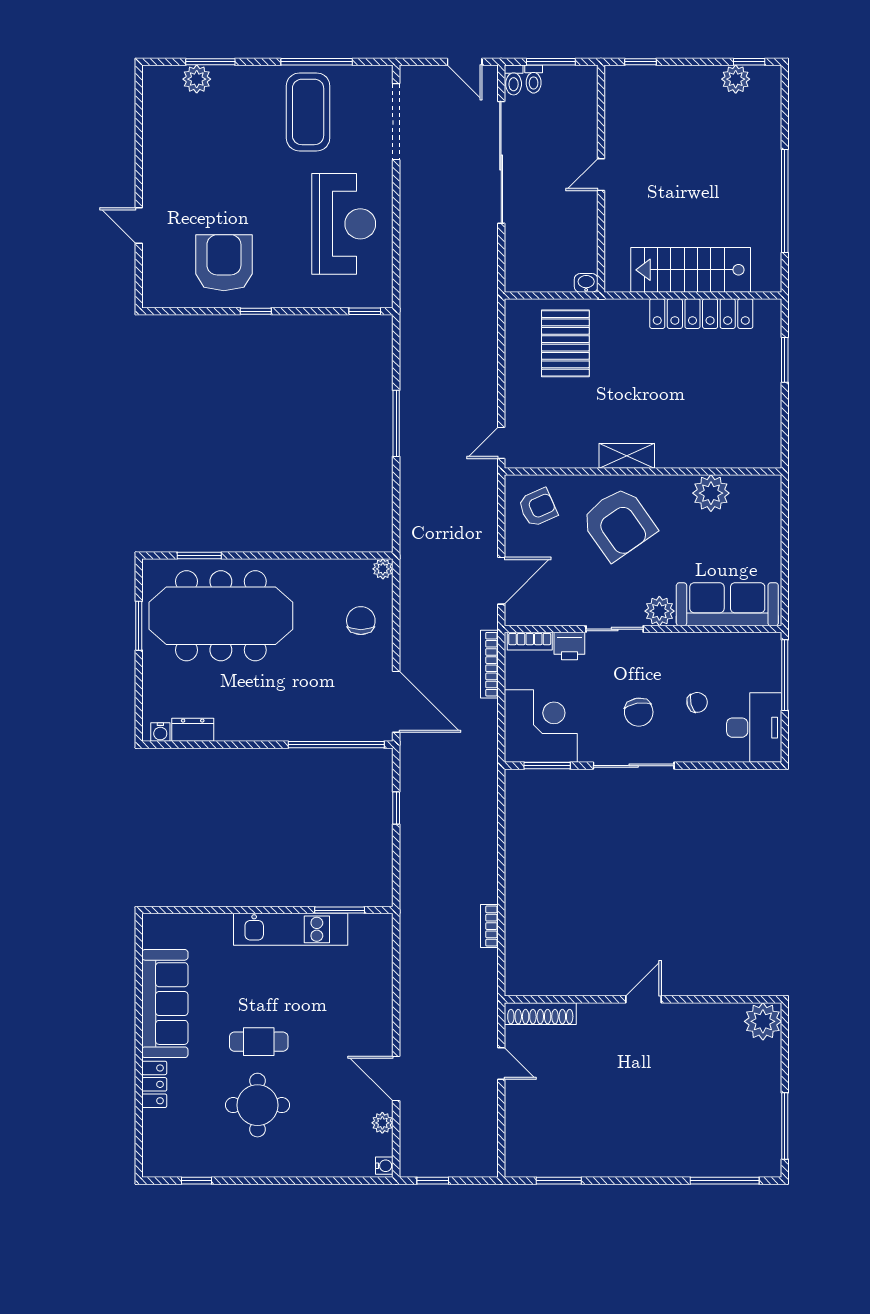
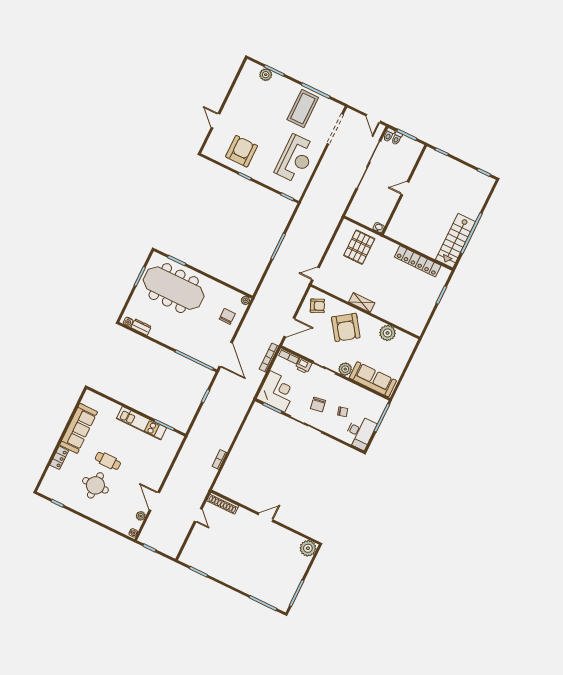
plant: (736, 79) -> (475, 177), removed
stairs: (691, 270) -> (455, 241), moved, turned -90

